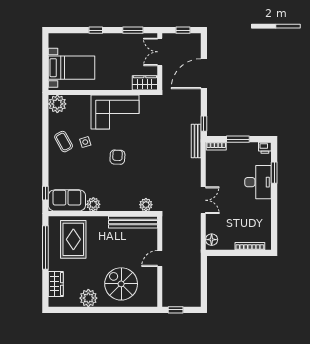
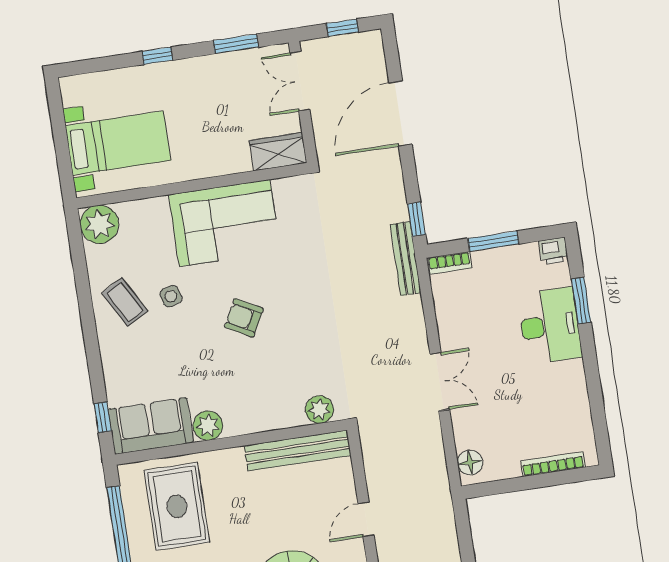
armchair: (117, 157) -> (244, 318), turned -65

